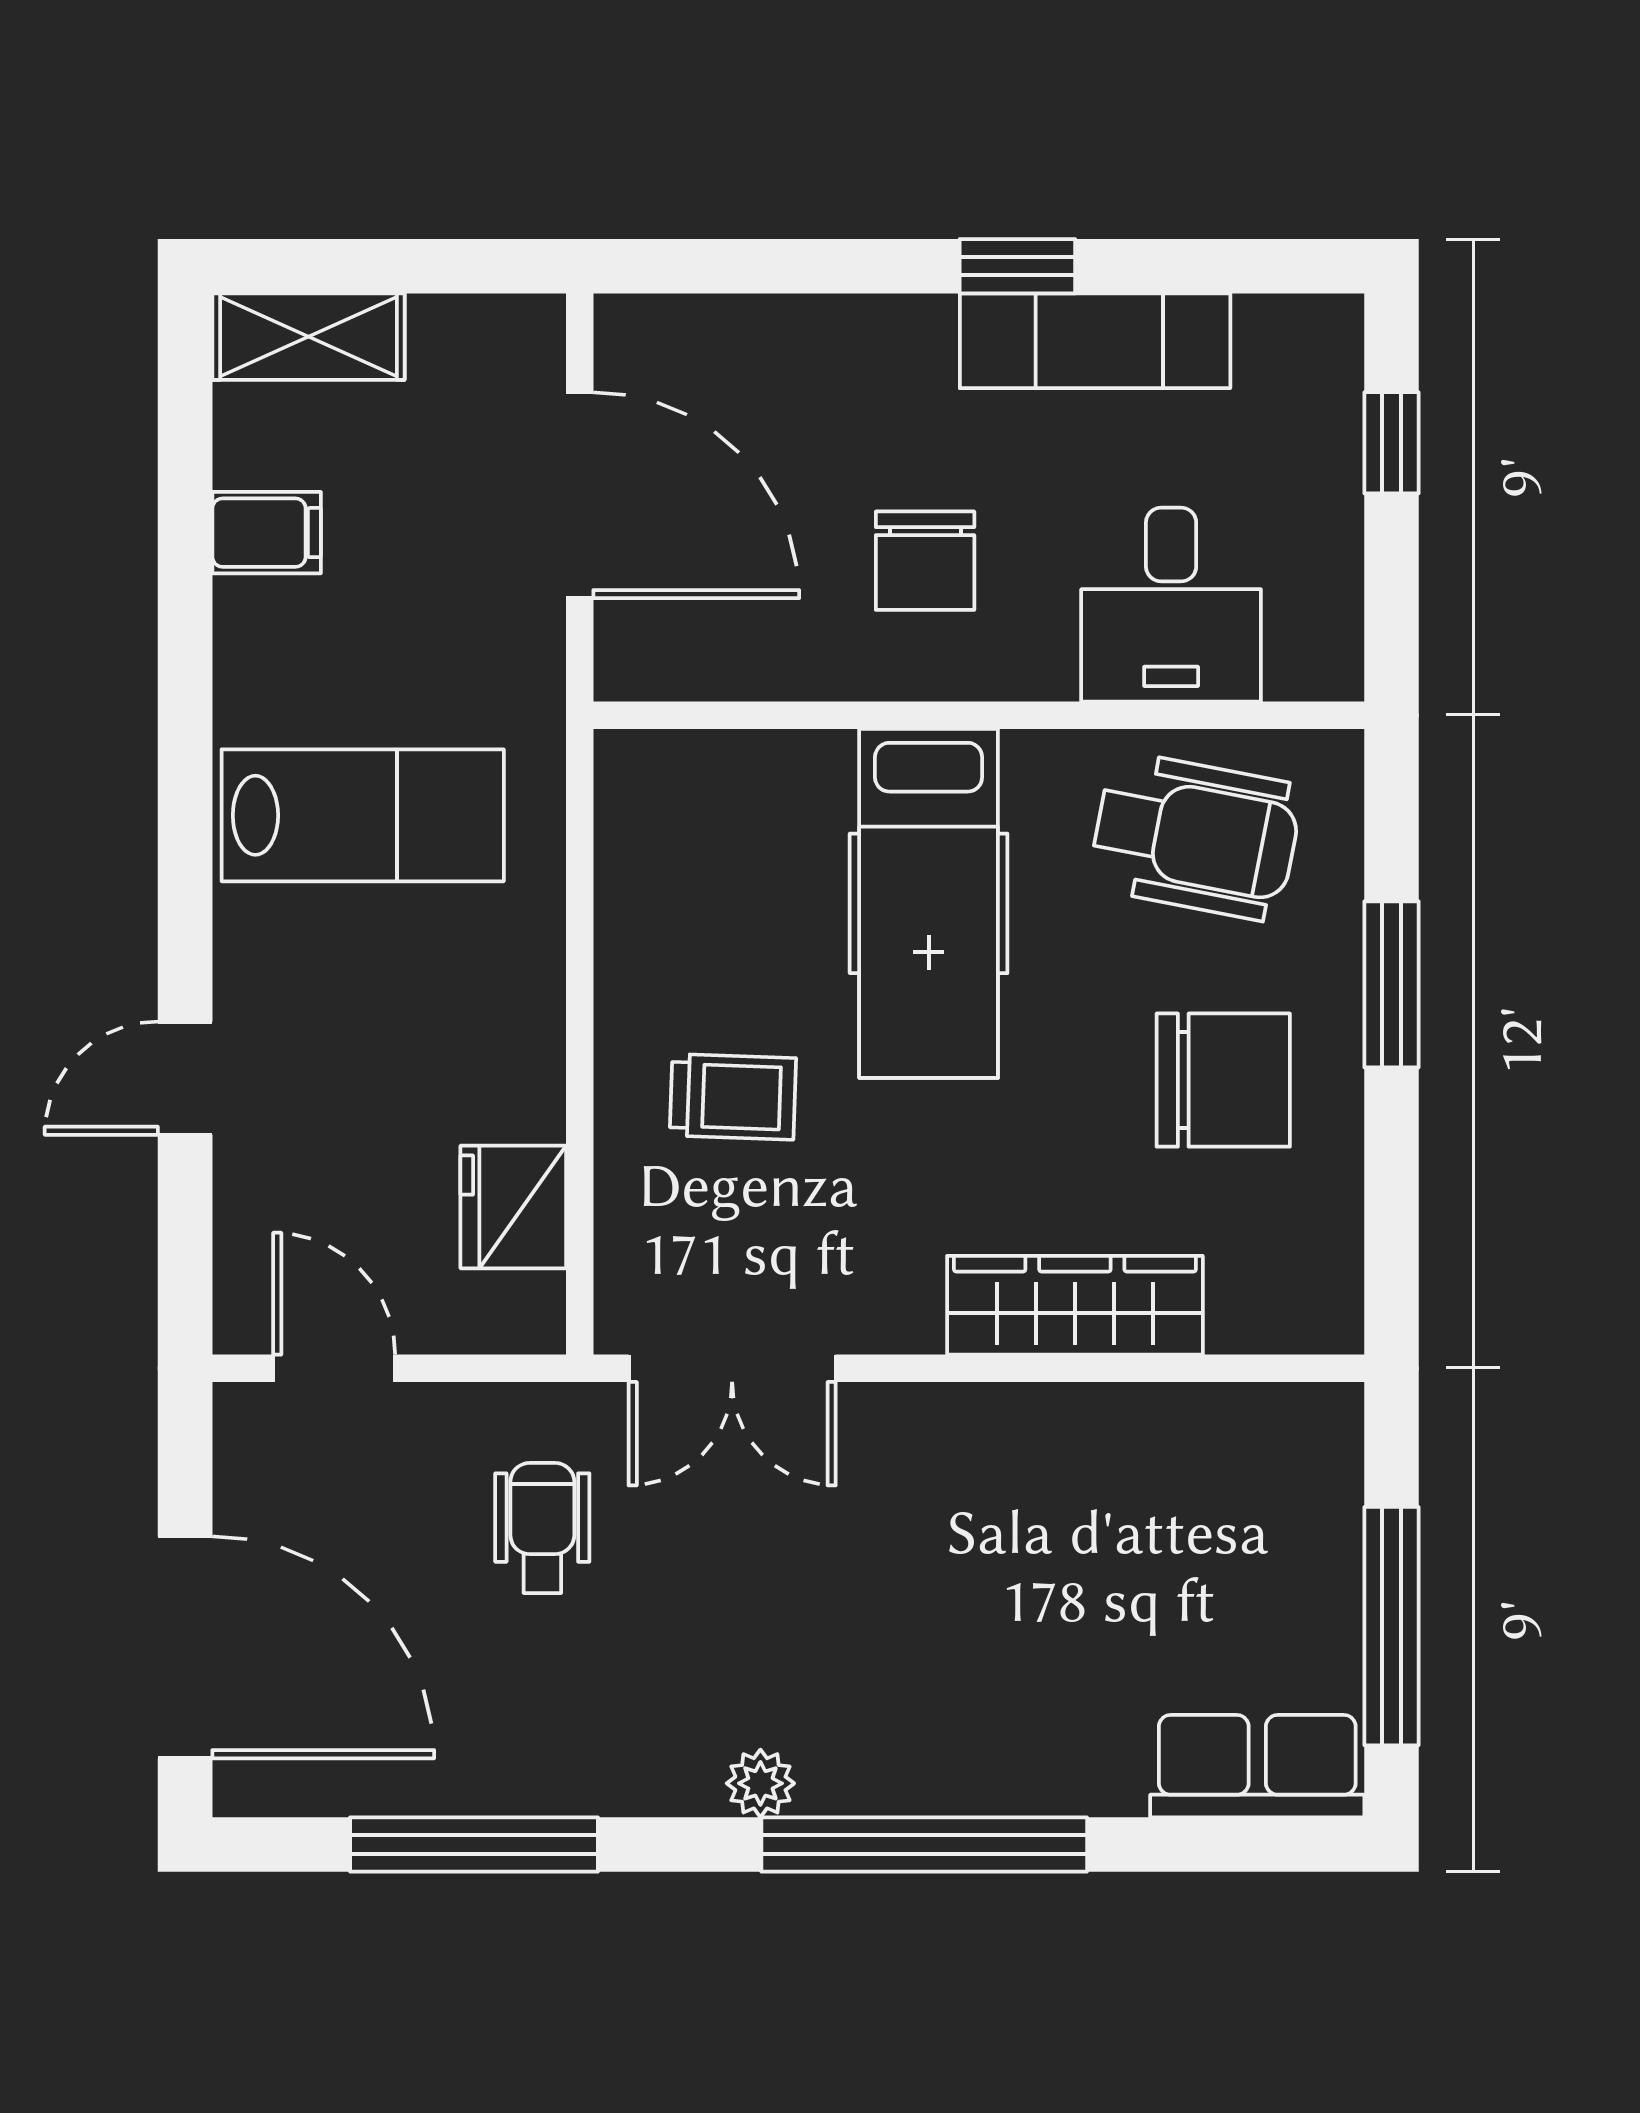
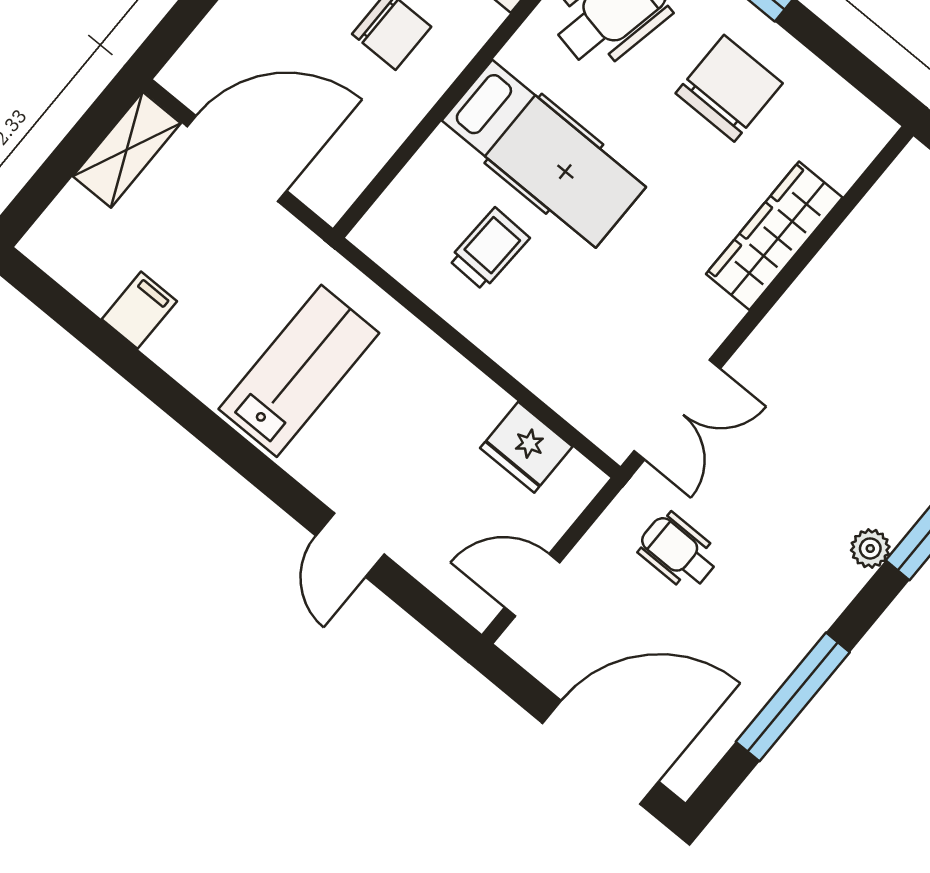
shelving: (308, 337) -> (127, 150), moved
trolley: (733, 1097) -> (489, 249), moved

